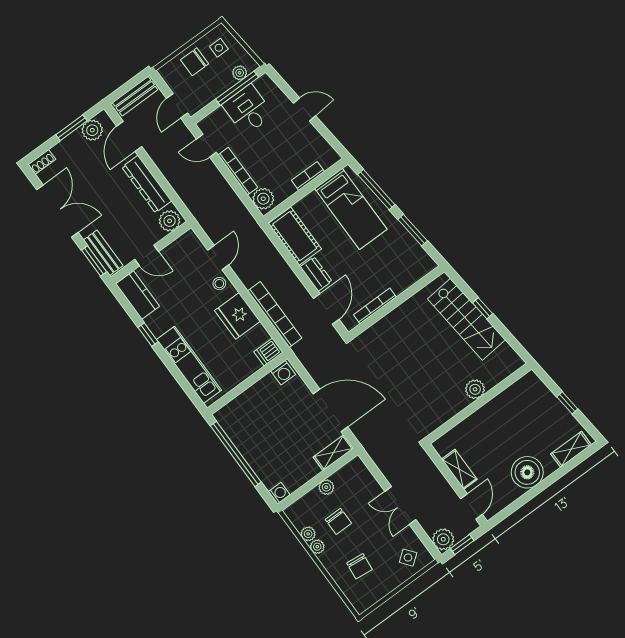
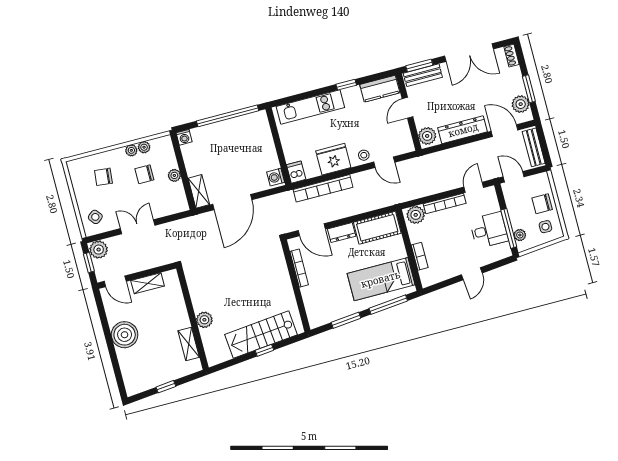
chair: (195, 62) -> (542, 204), turned -90
shelving: (571, 449) -> (189, 344), moved

